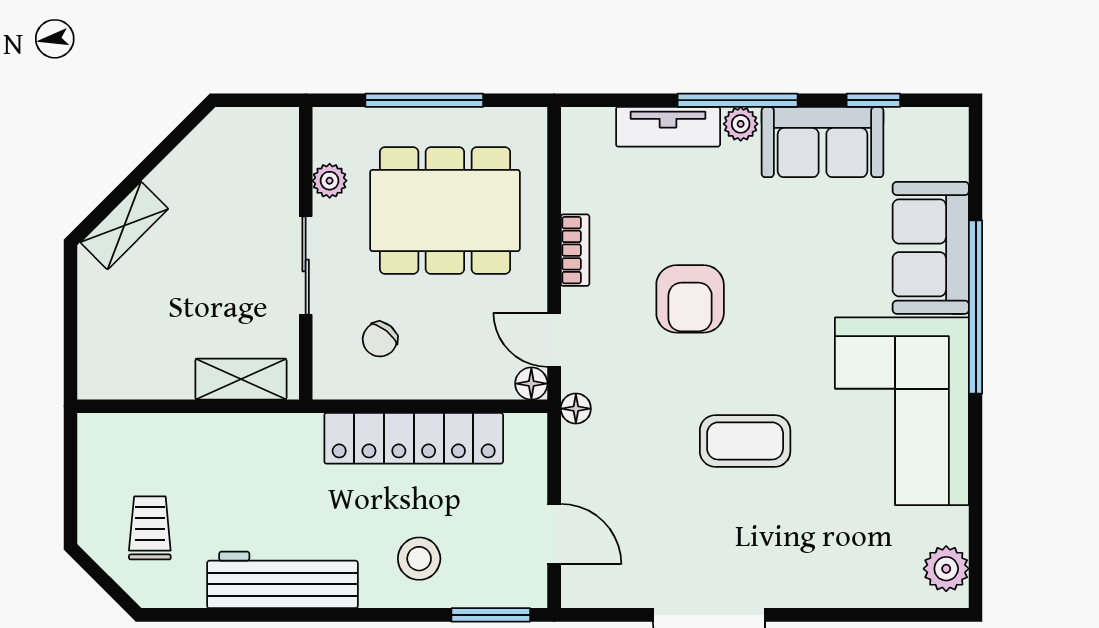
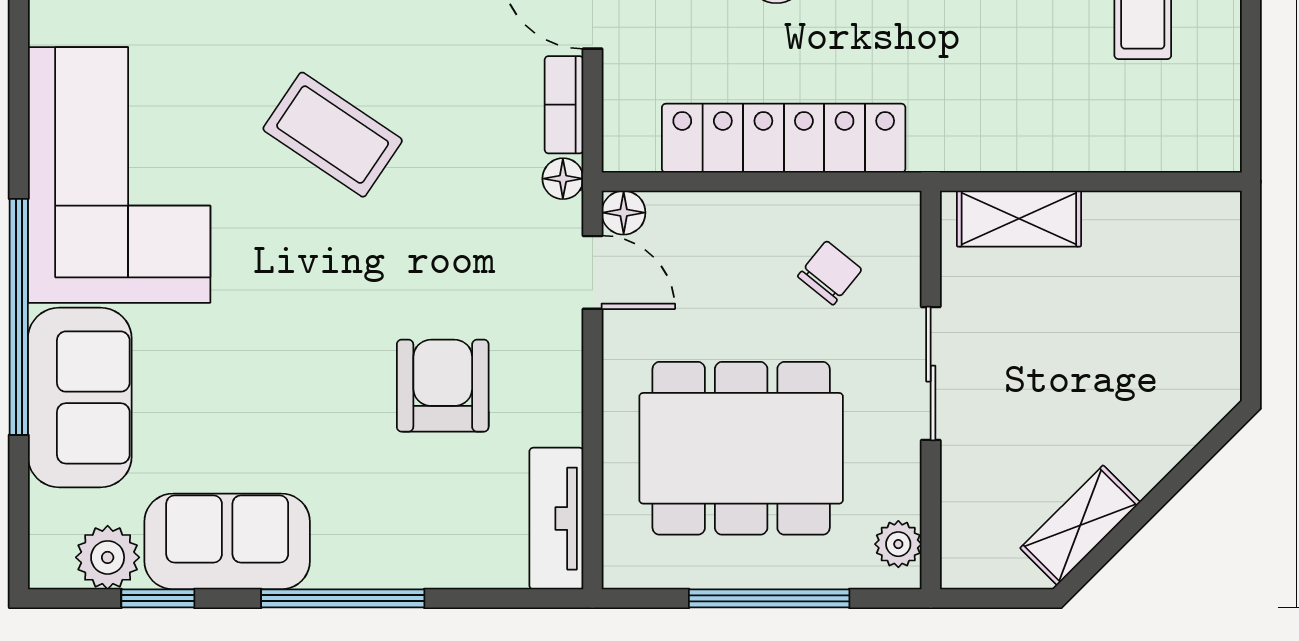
plant: (741, 124) -> (108, 557), moved, width x1.38, depth x1.38
tv unit: (668, 127) -> (556, 519), moved, turned -90
plant: (330, 181) -> (898, 544), moved
shelving: (124, 226) -> (1080, 525), moved
bookcase: (575, 250) -> (564, 105), moved
armchair: (690, 299) -> (443, 386), moved
coffee table: (745, 441) -> (333, 135), turned 34

